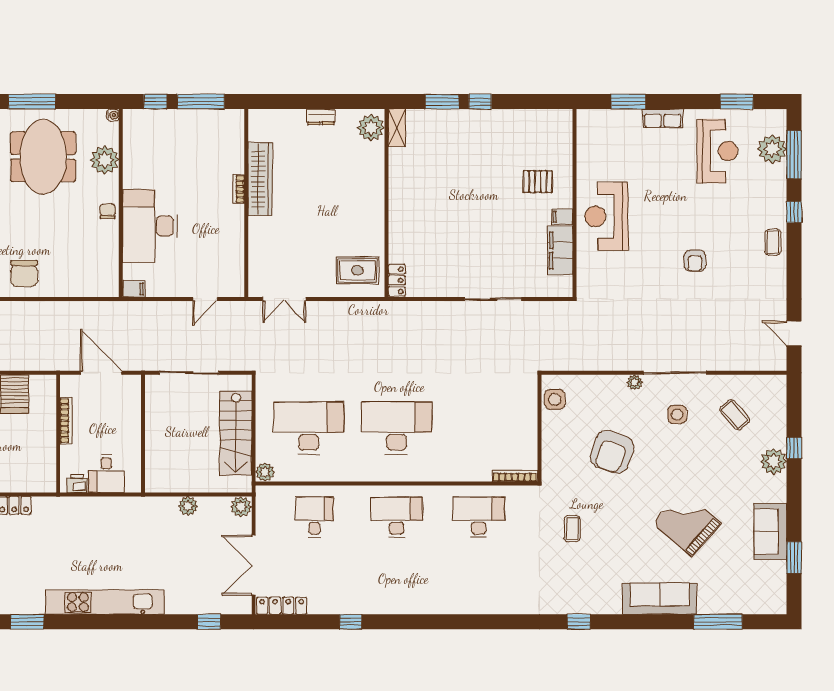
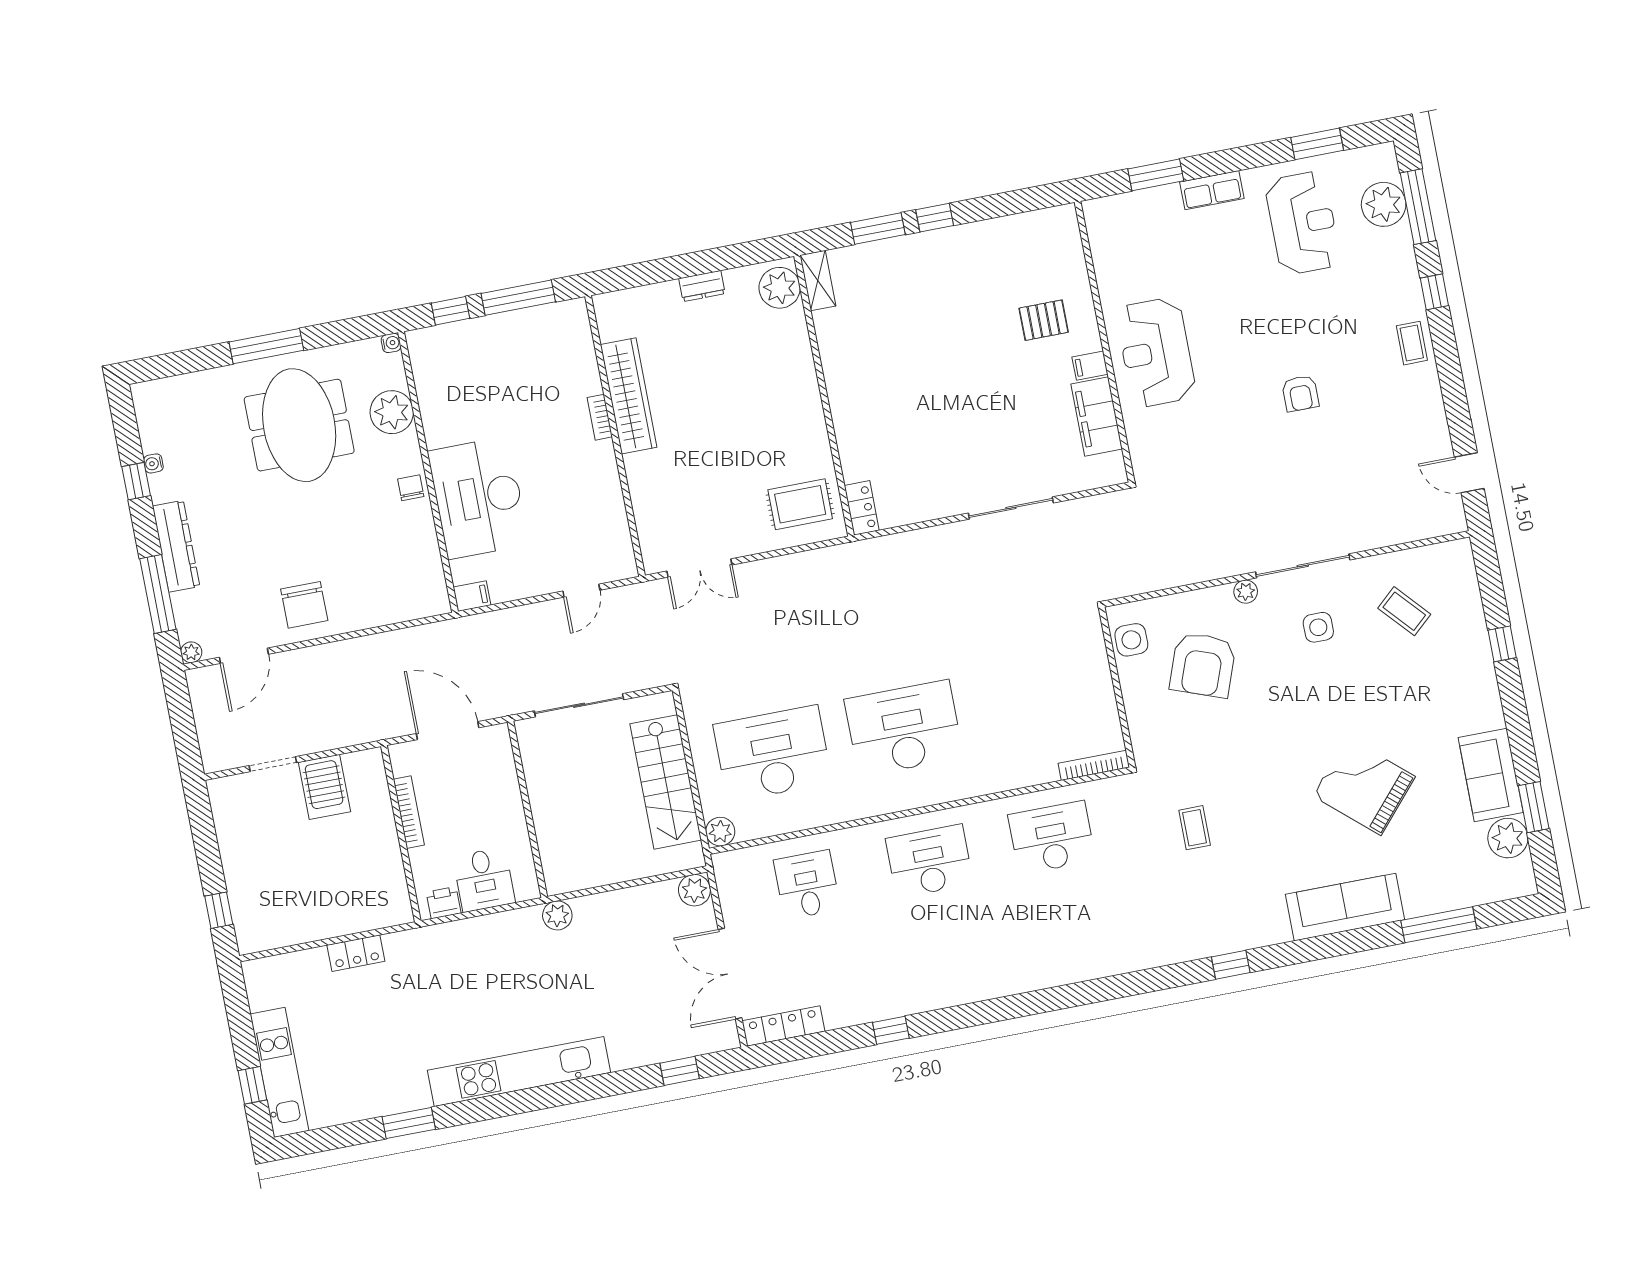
armchair: (612, 452) -> (1203, 665), moved
plant: (774, 461) -> (1508, 838), moved
plant: (188, 506) -> (557, 915), moved

